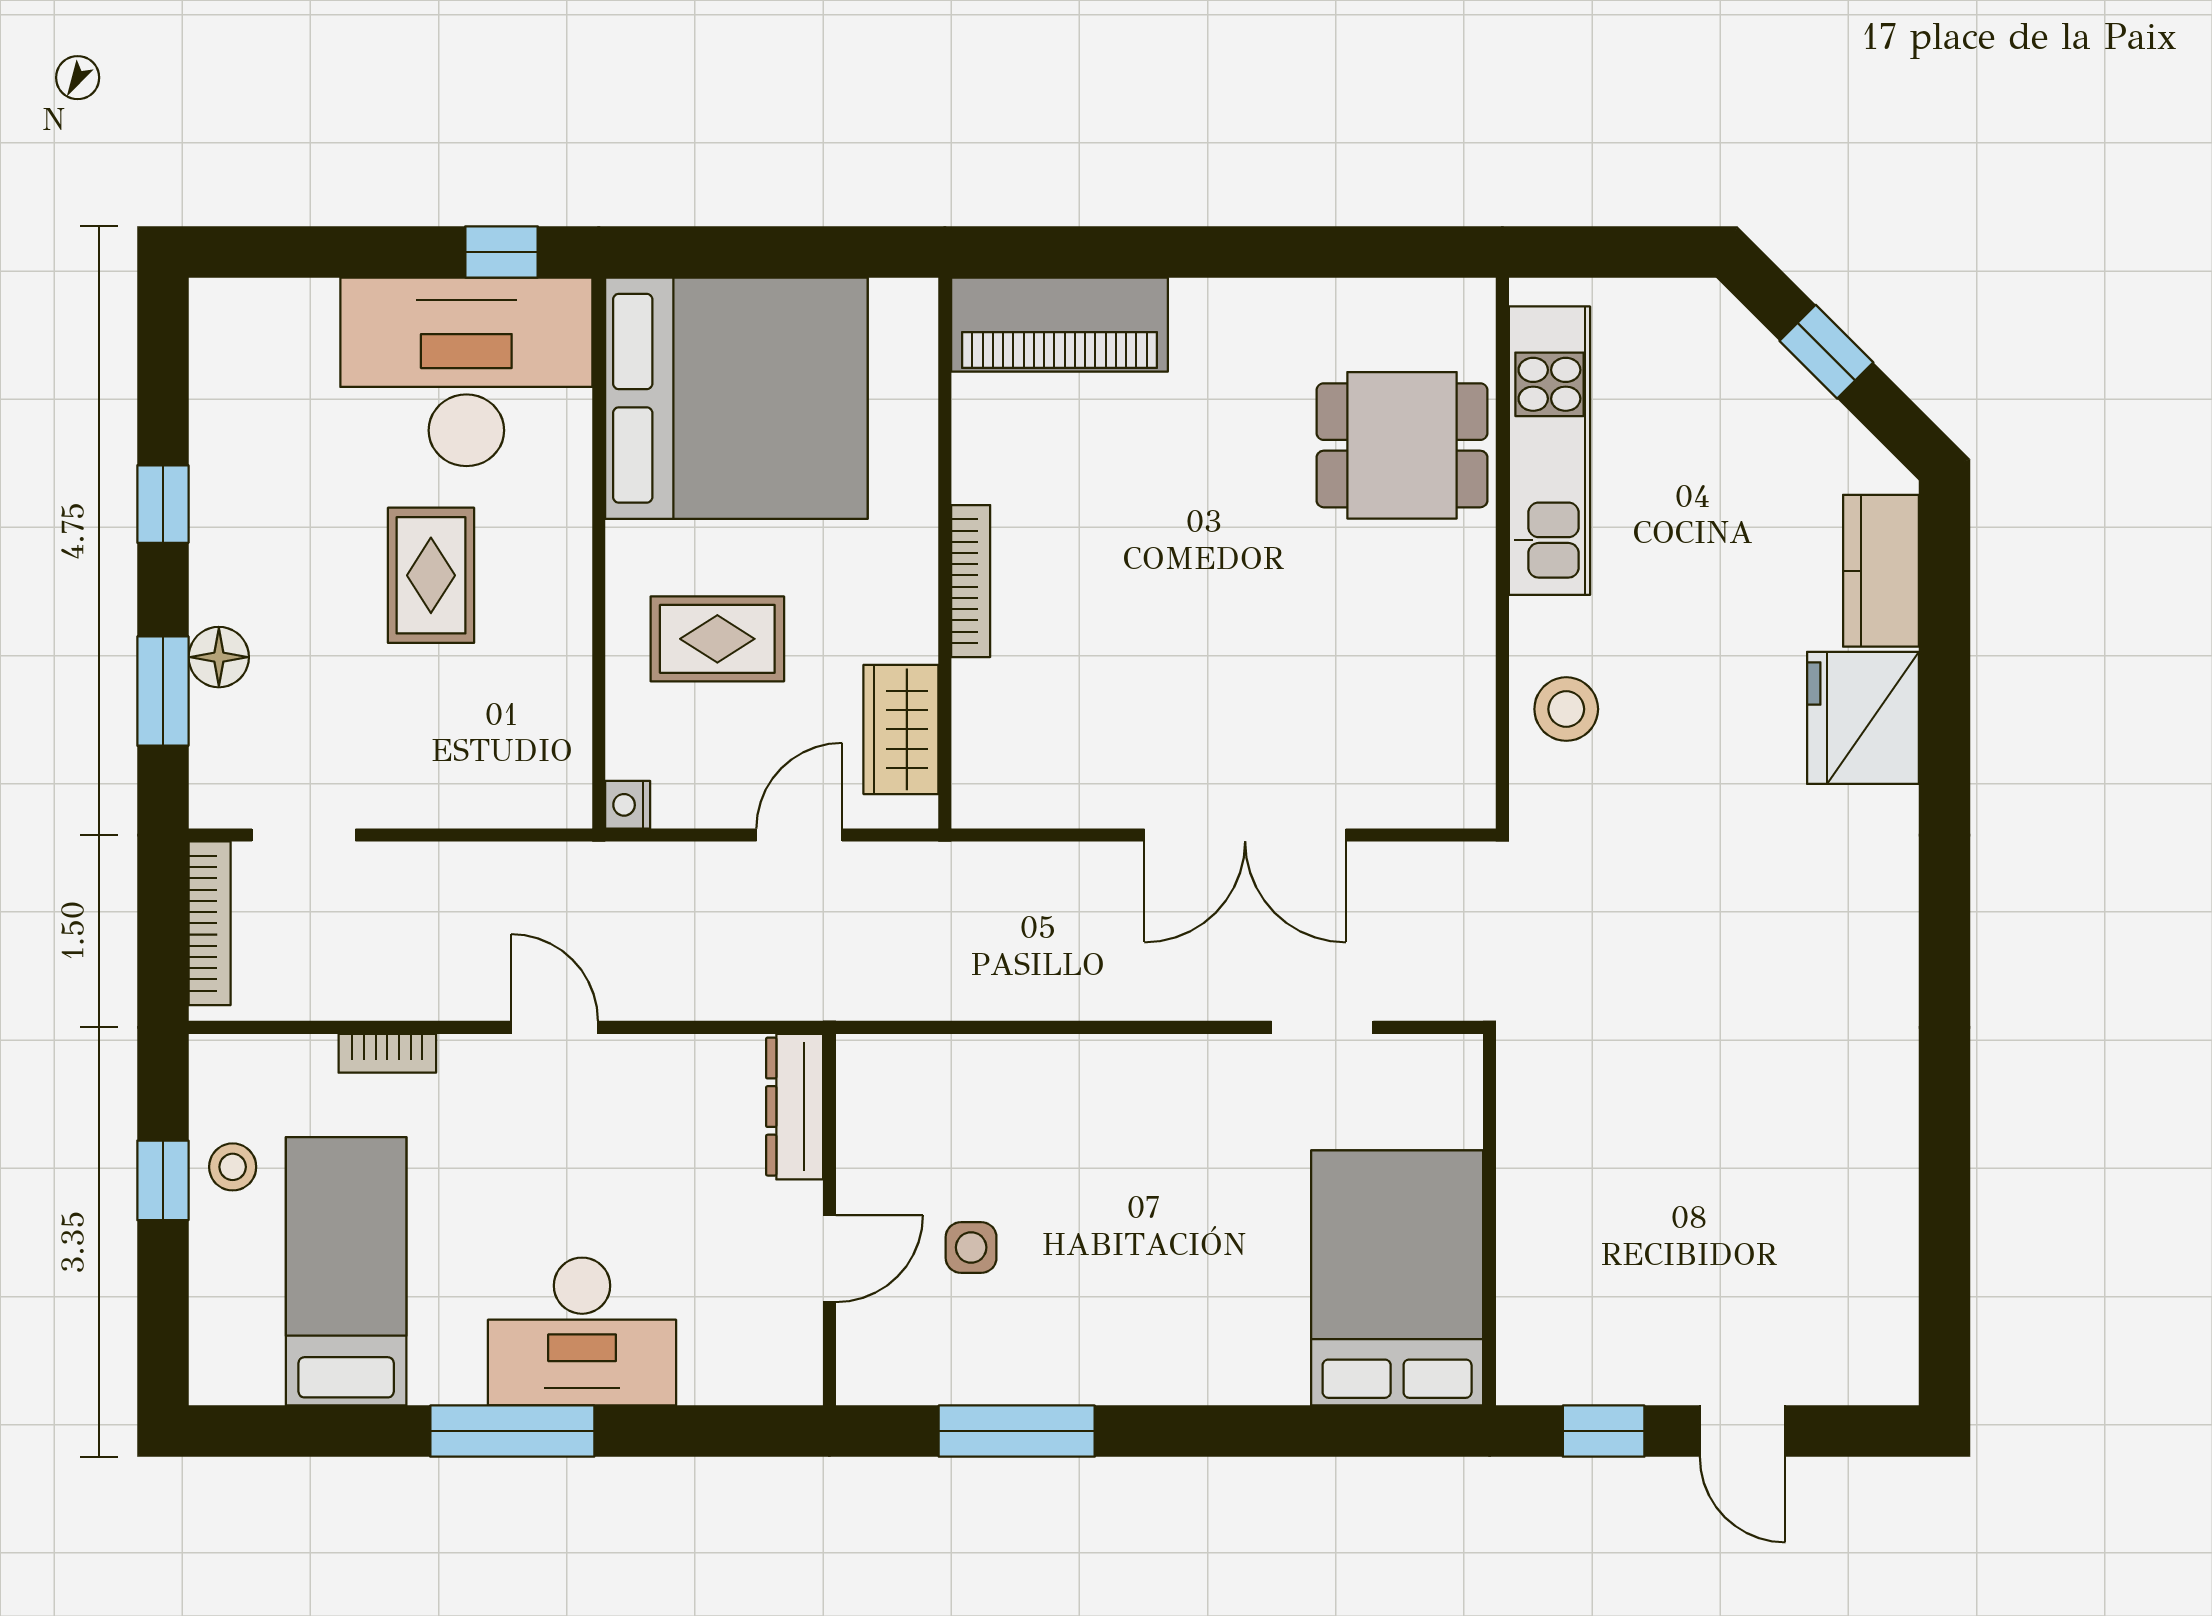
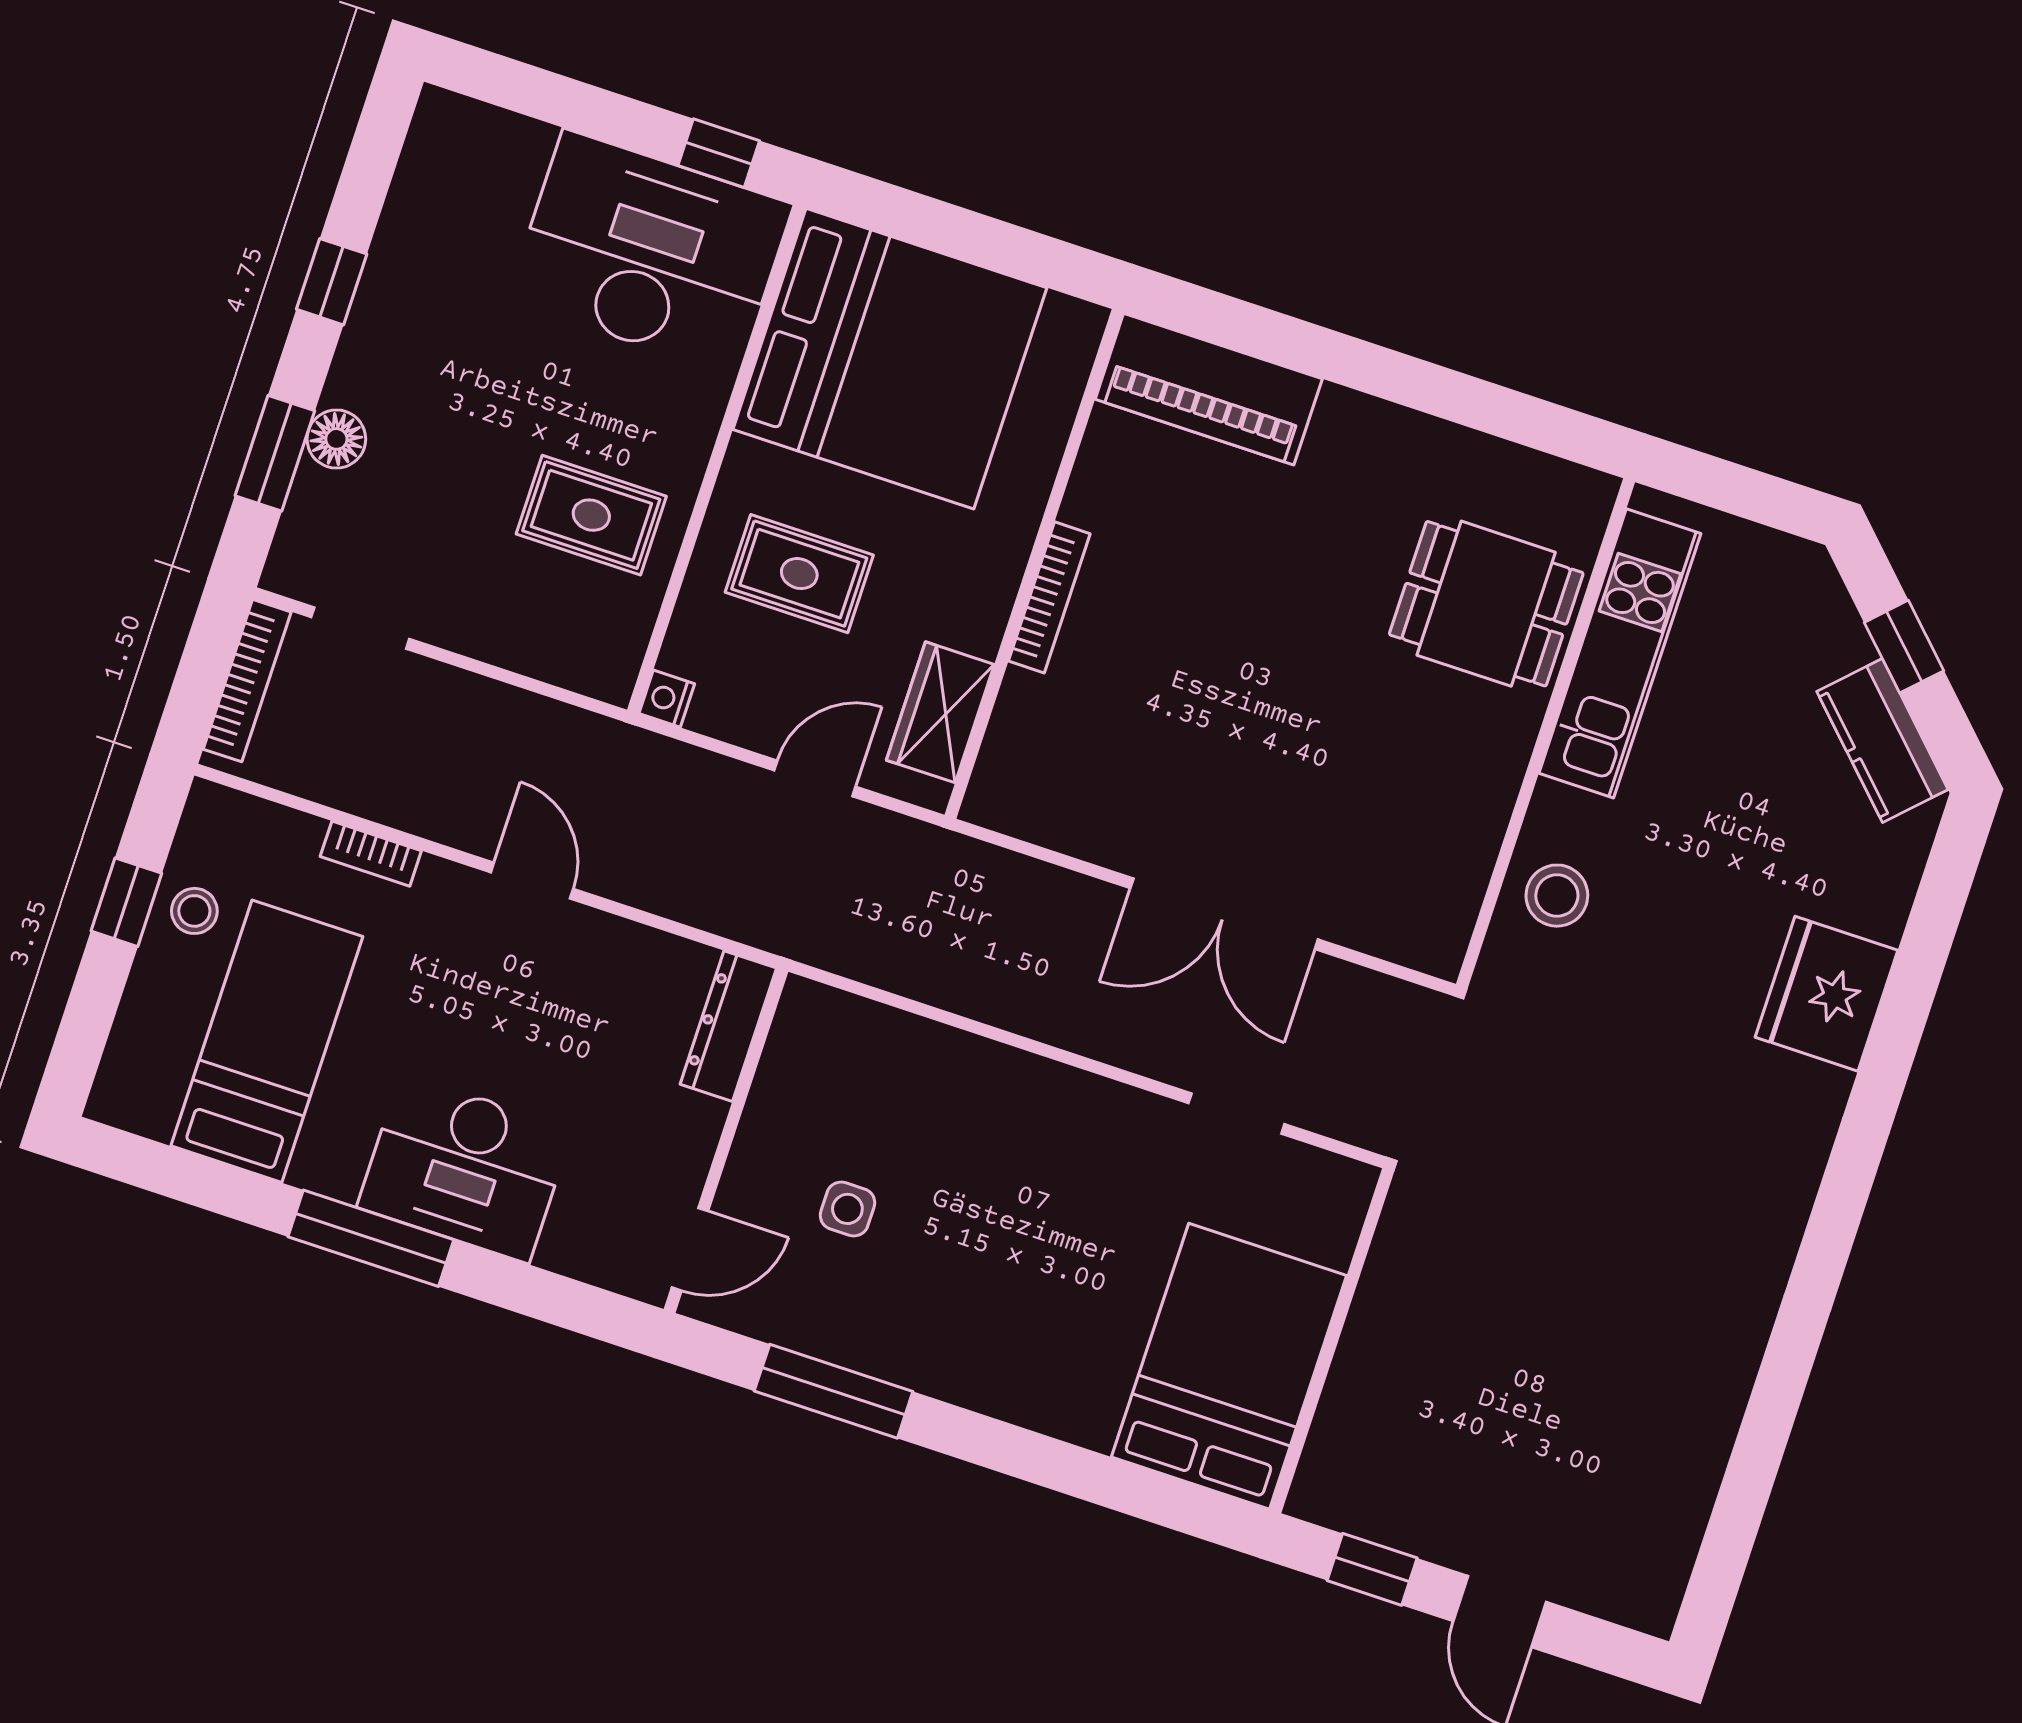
kitchen counter: (1881, 571) -> (1882, 741), moved, turned -45
rug: (431, 575) -> (591, 515), moved, turned 90
door: (829, 1259) -> (690, 1249), moved

